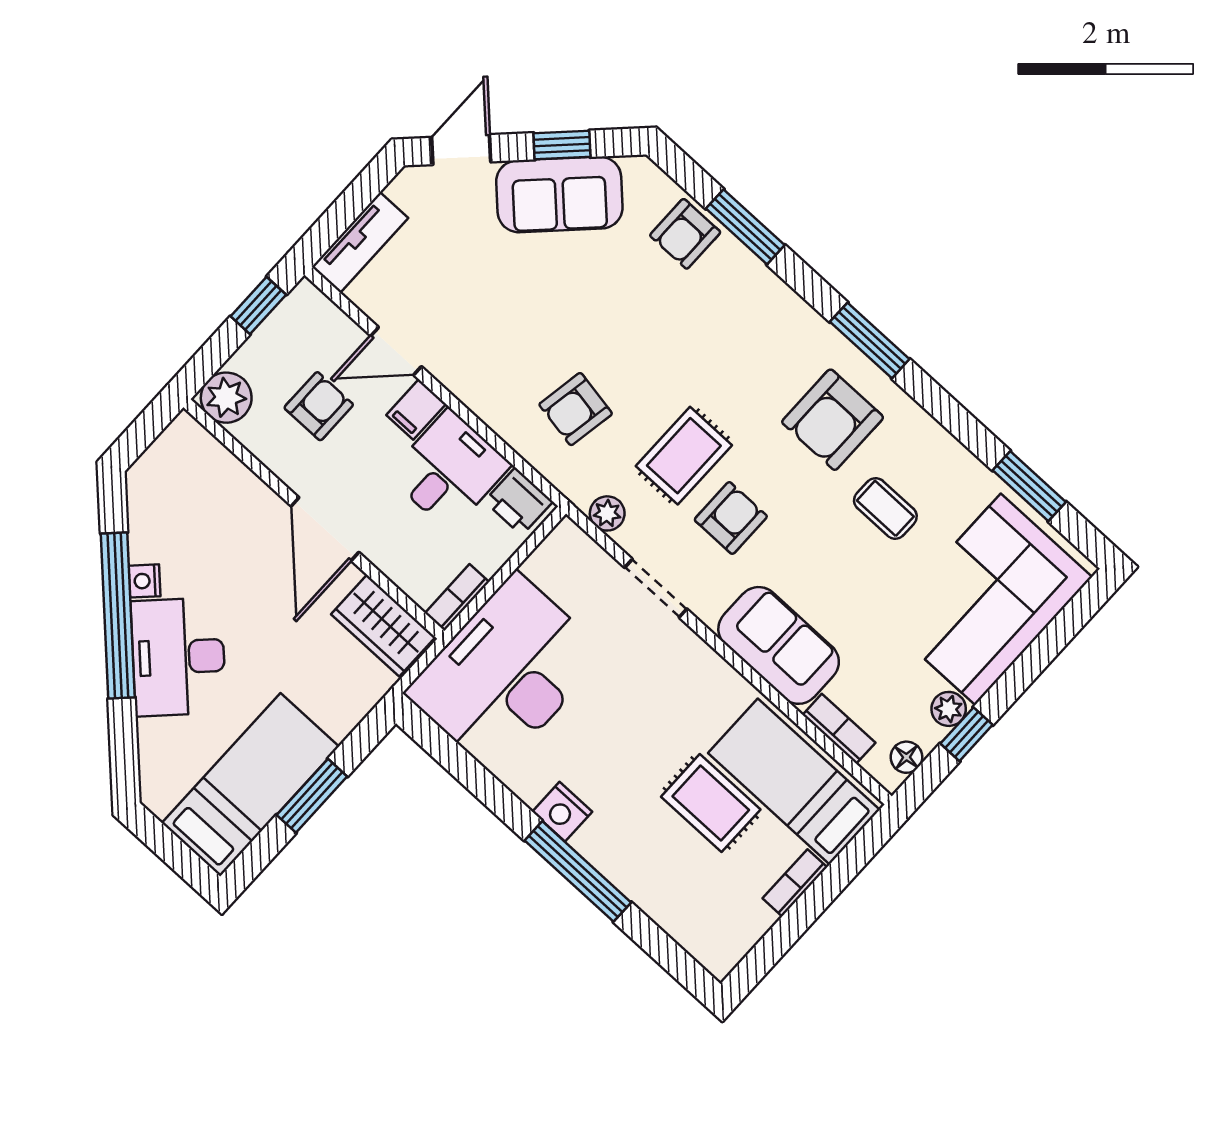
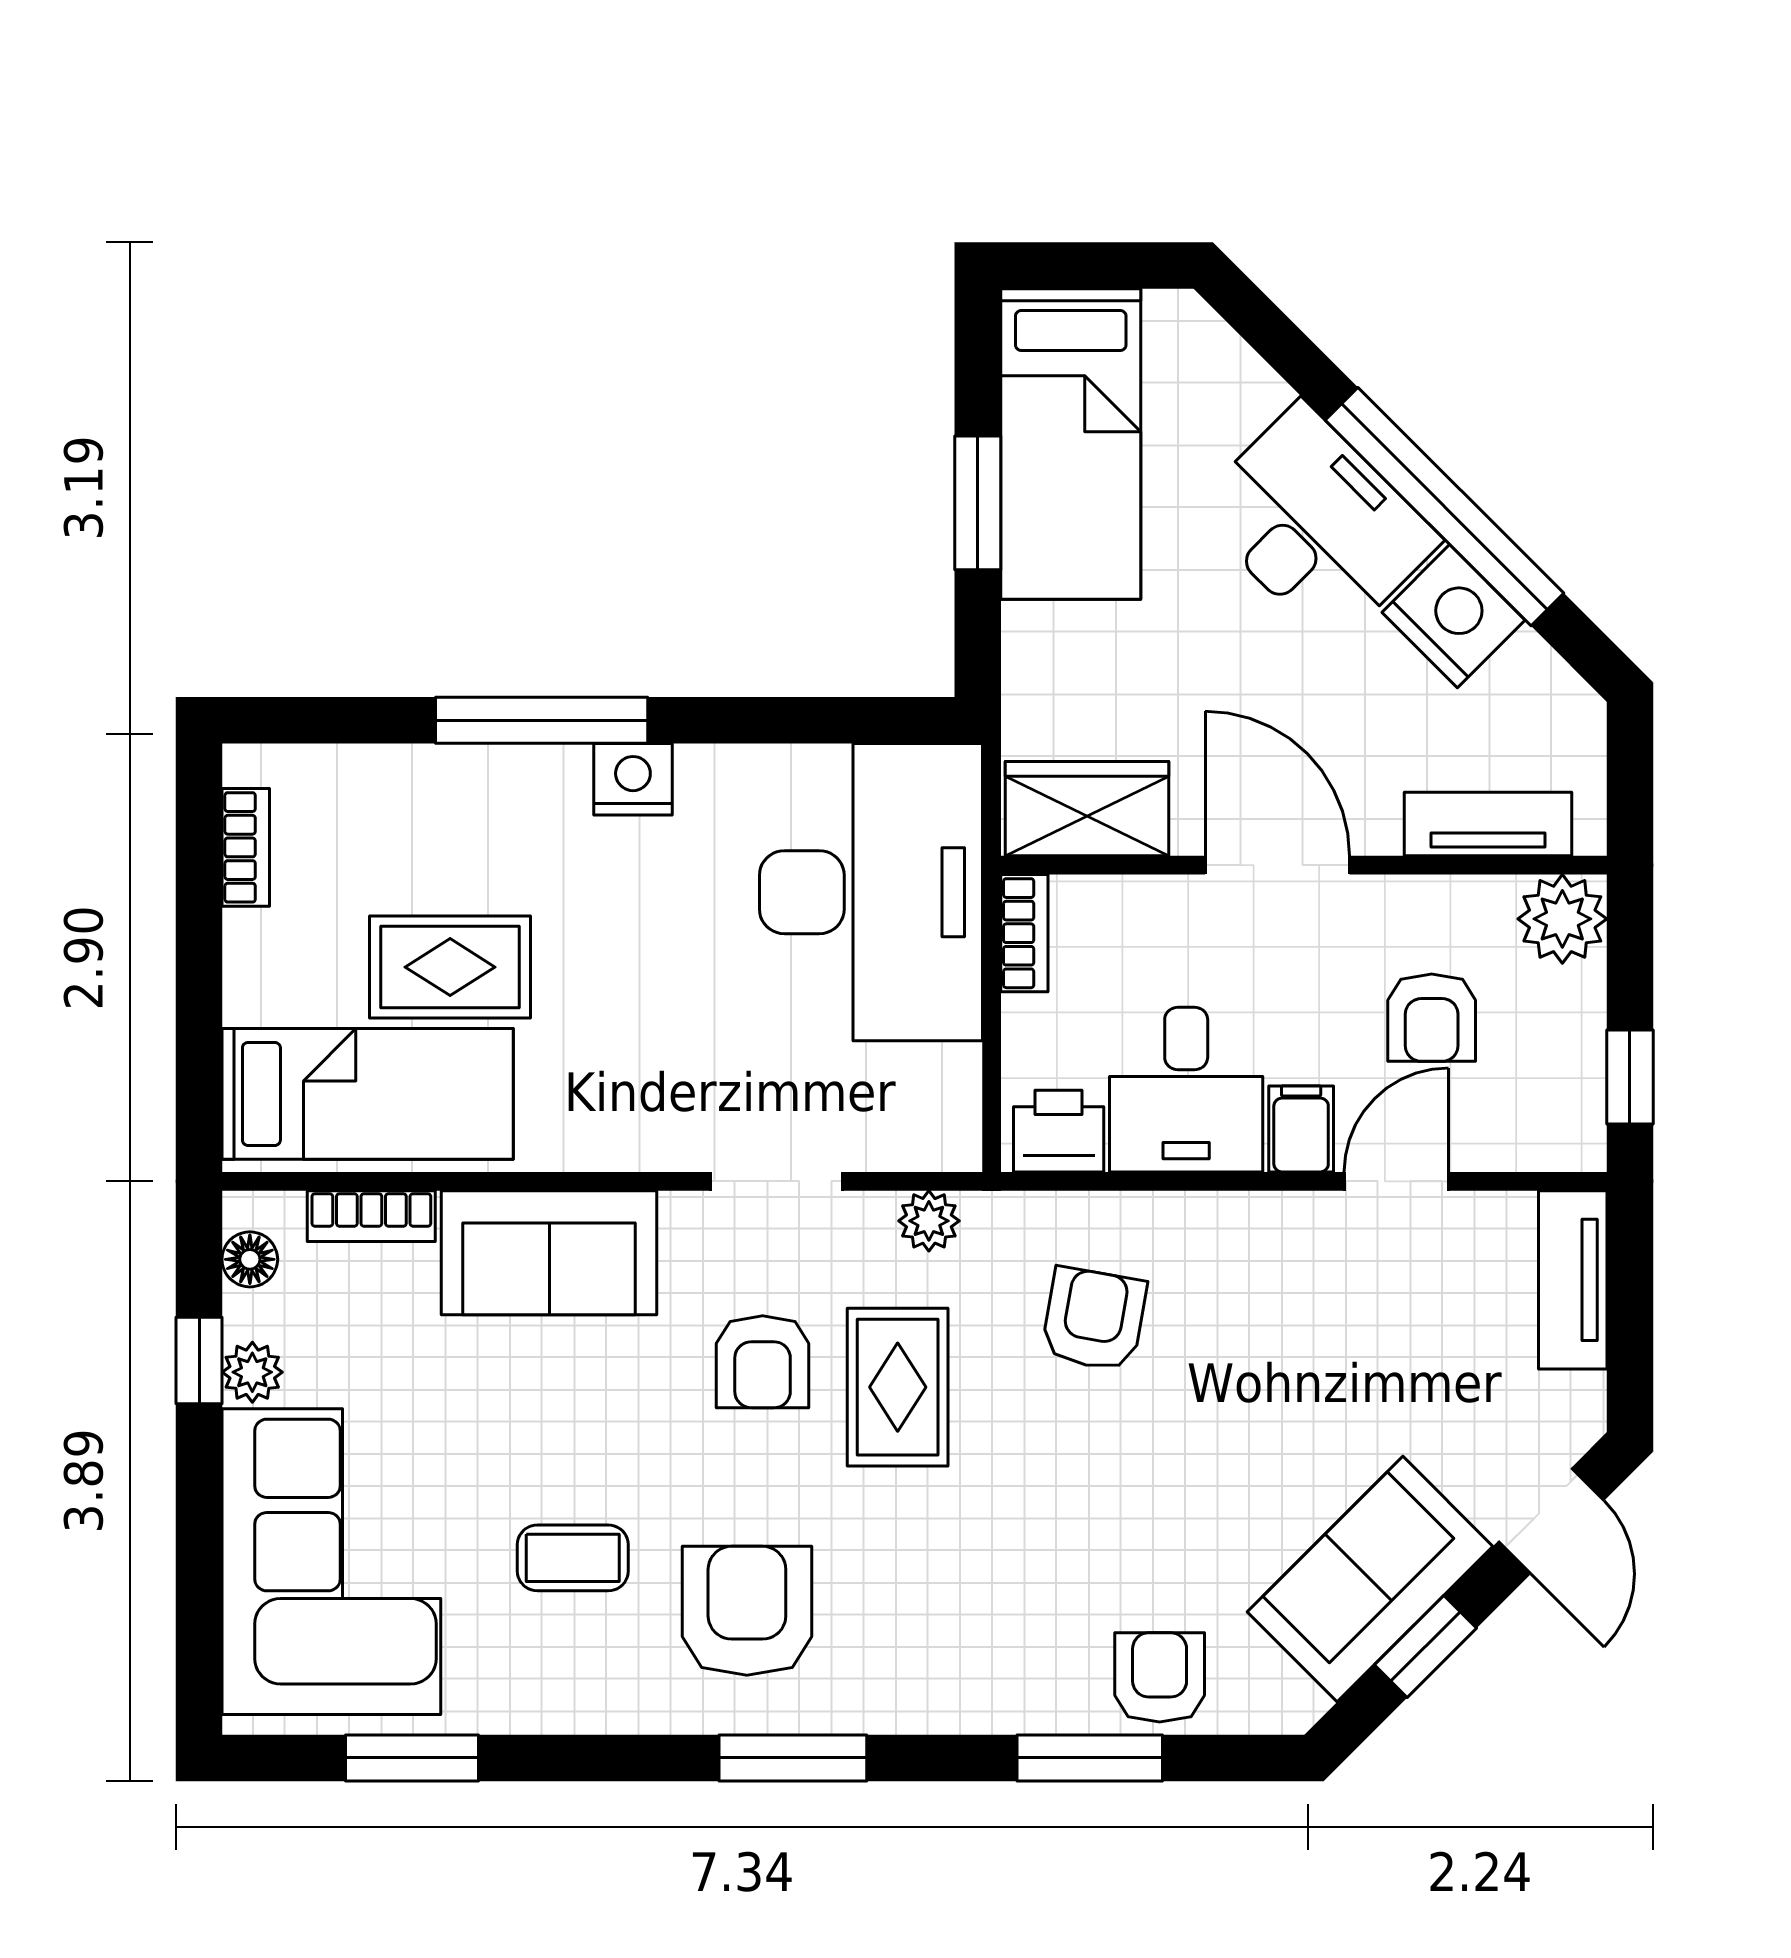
tv unit: (221, 466) -> (1488, 824), added
nightstand: (145, 581) -> (1453, 616), width x1.89, depth x1.79
bookcase: (795, 883) -> (246, 847), moved

